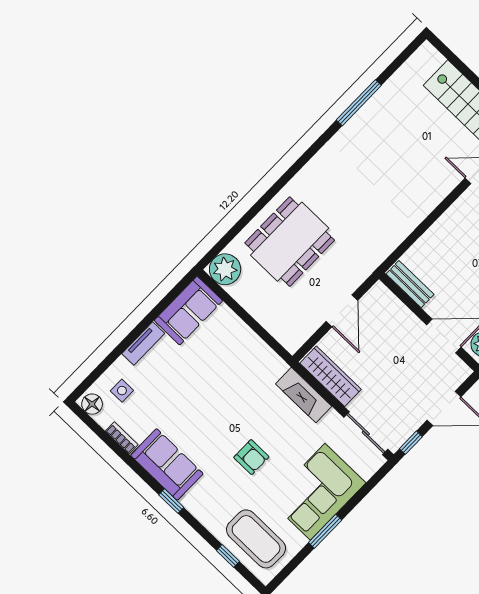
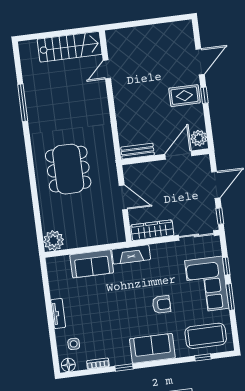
dining table: (290, 242) -> (68, 169), moved
sofa: (188, 311) -> (92, 264), moved, turned 90
fireplace: (304, 395) -> (131, 254), moved
sofa: (167, 464) -> (152, 348), moved
window: (358, 497) -> (226, 266), added
window: (171, 501) -> (124, 367), moved

